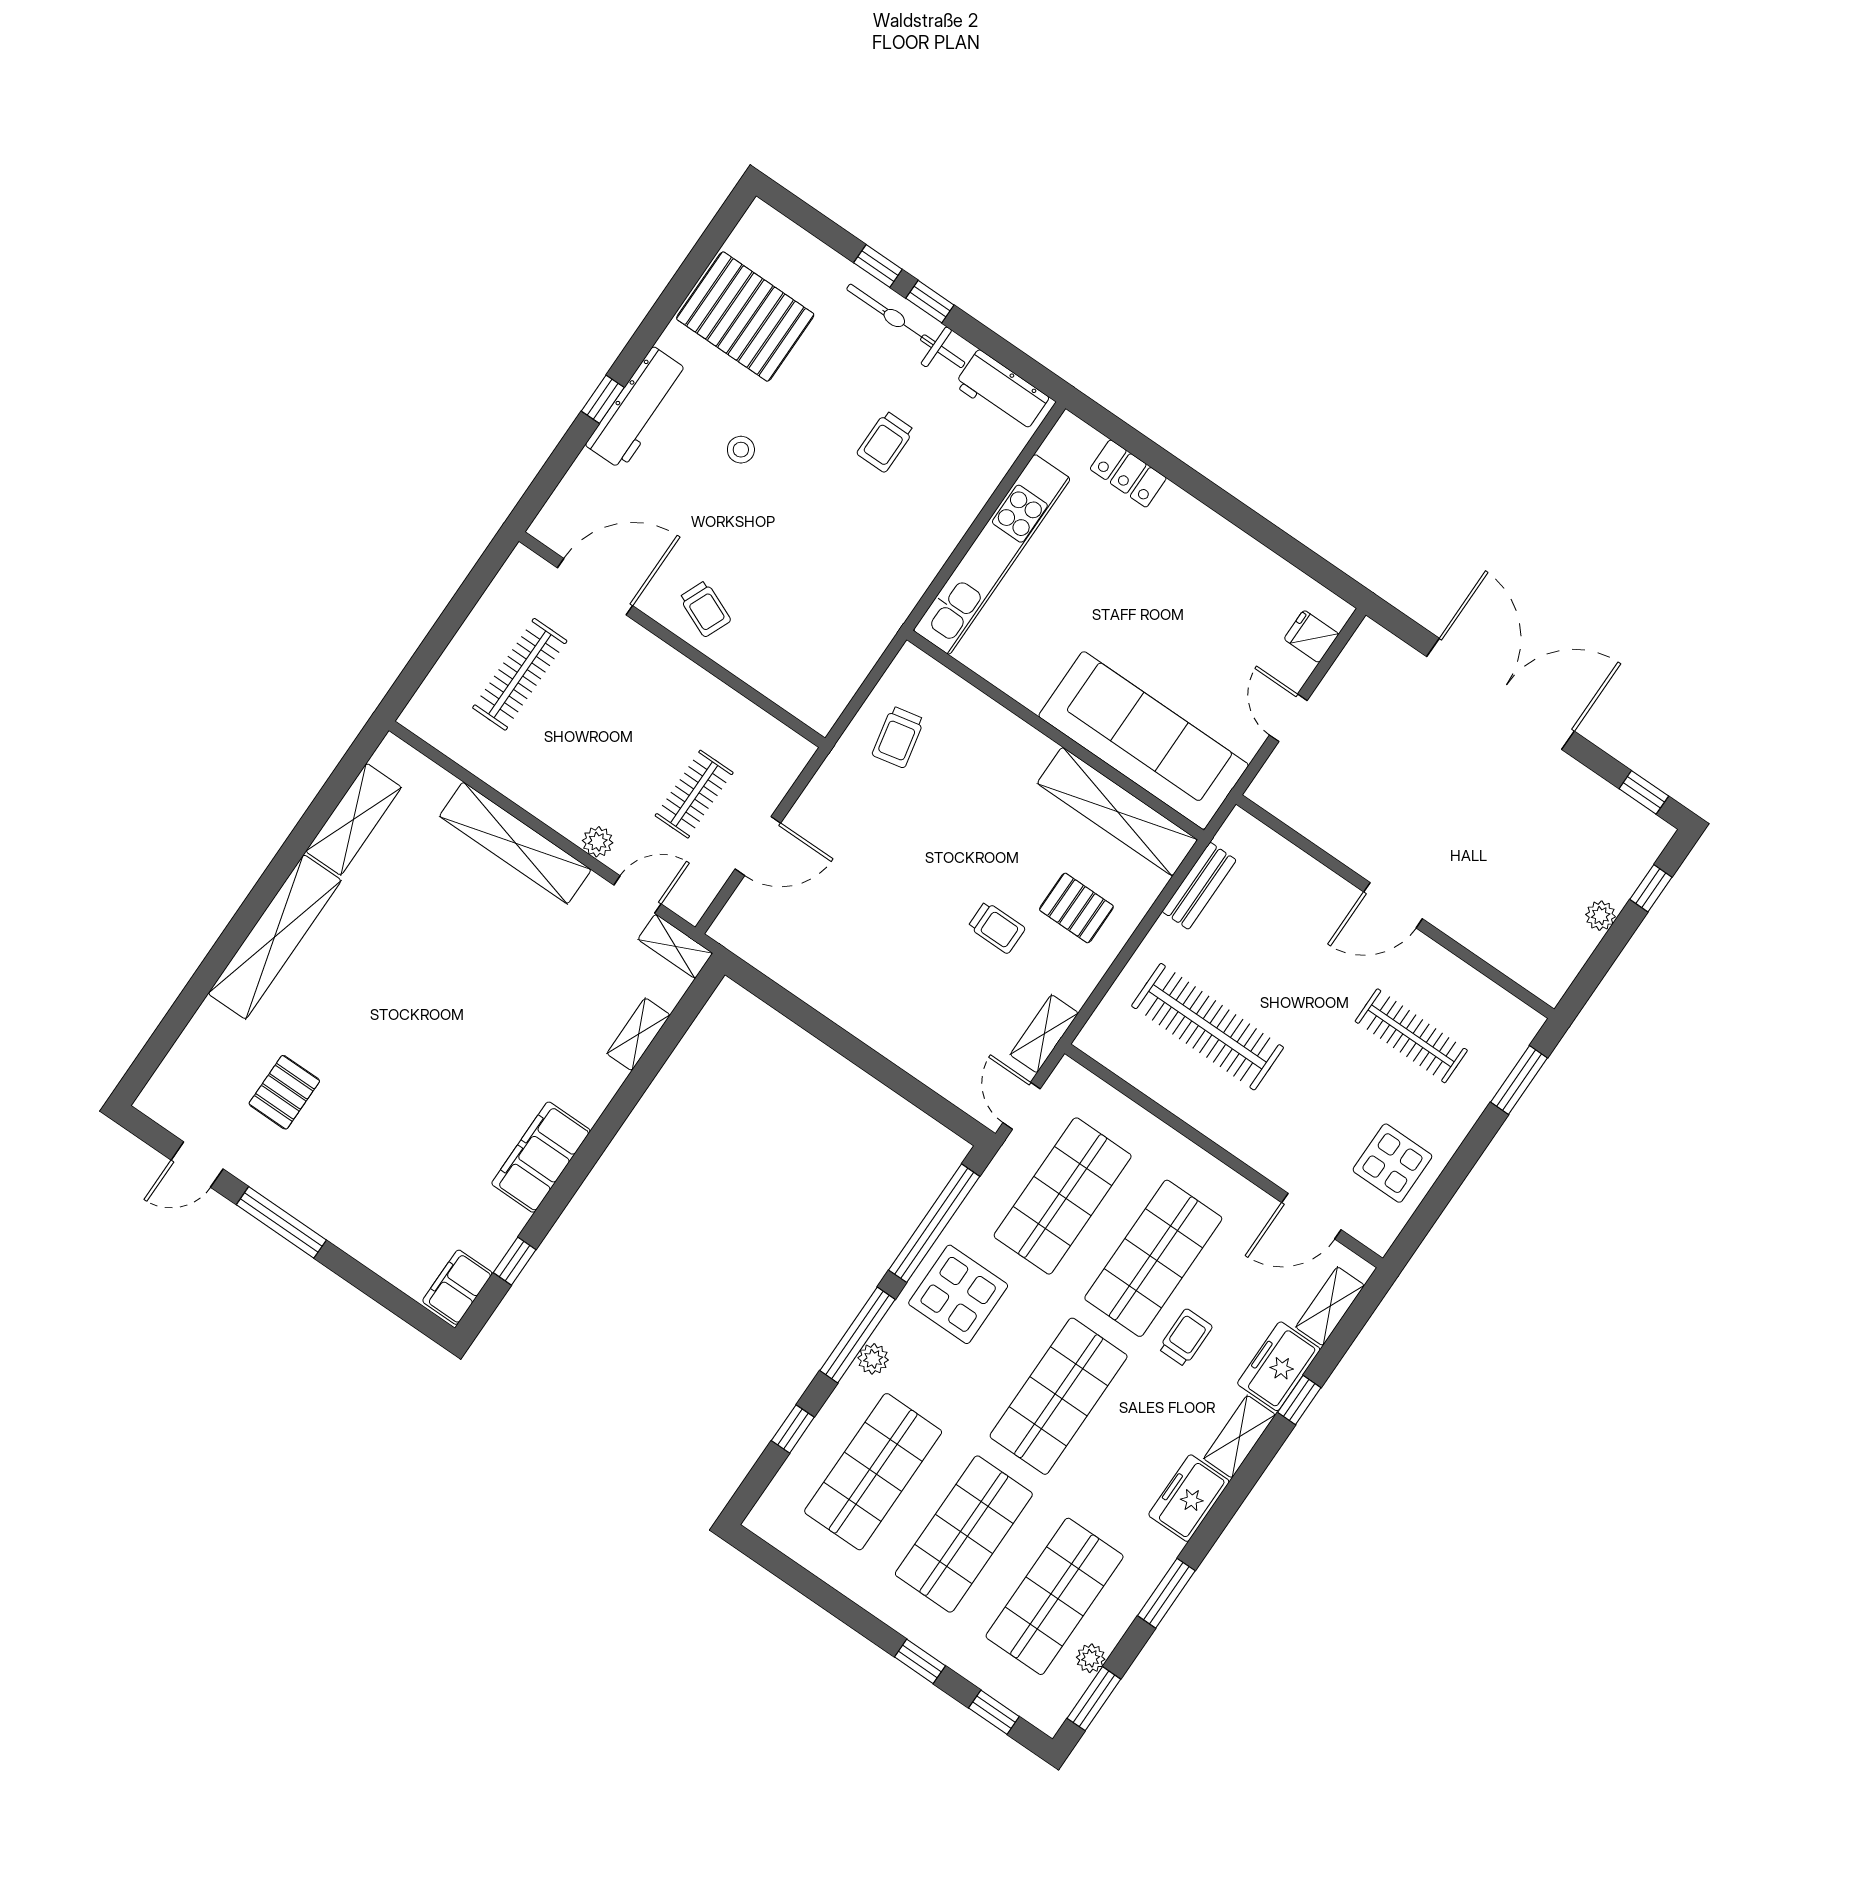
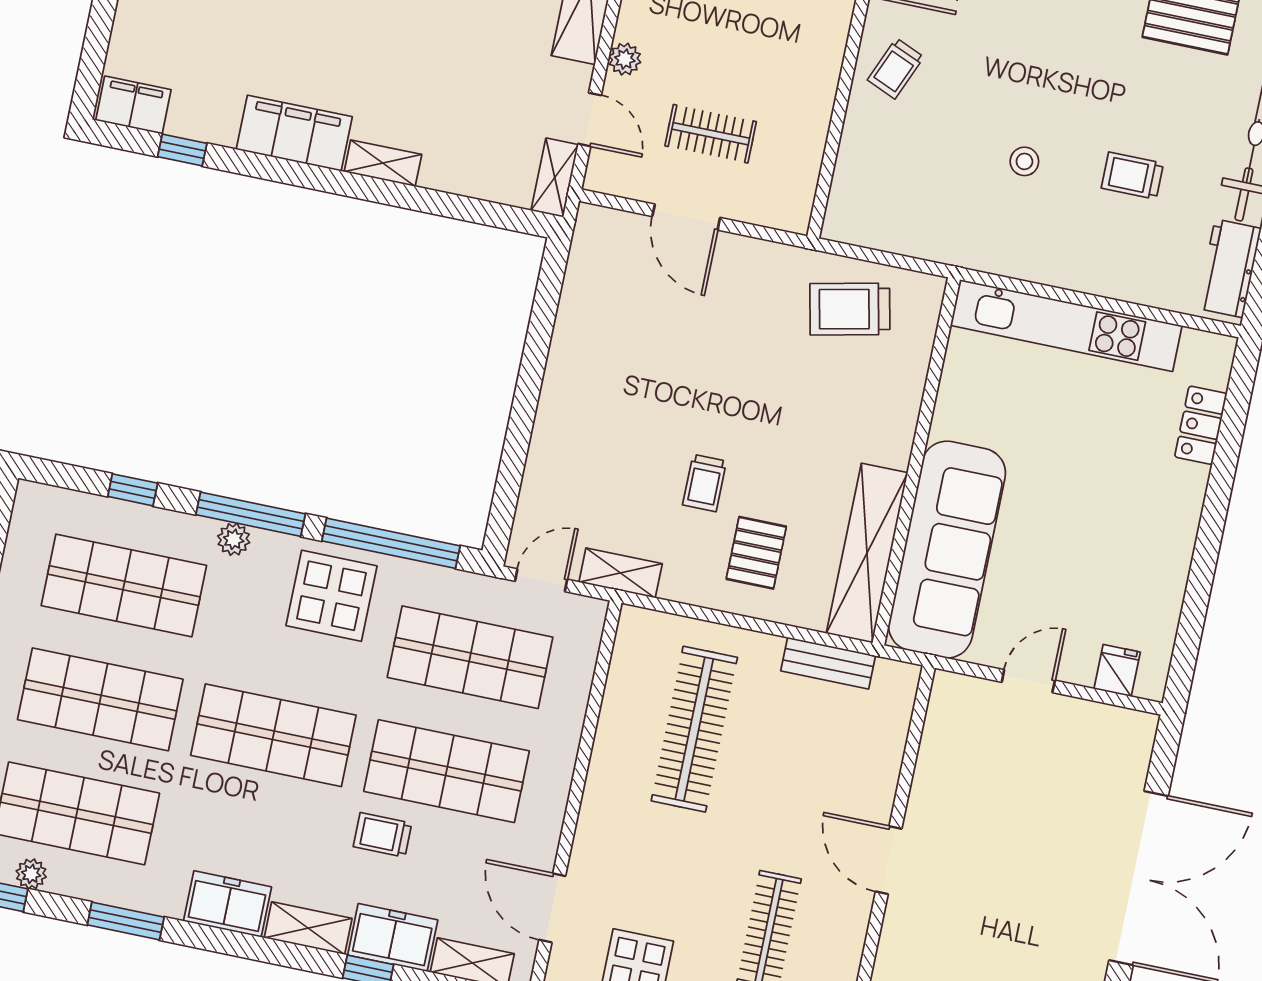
stool: (741, 450) -> (1024, 161), moved
trolley: (898, 737) -> (850, 309), width x1.36, depth x1.39
shelving: (638, 1034) -> (383, 163), moved
trolley: (1185, 1338) -> (382, 835), turned 180

